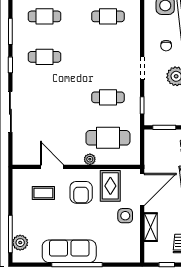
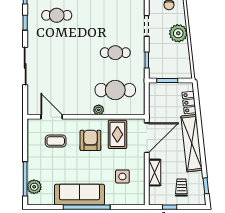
door: (52, 167) -> (52, 117), moved
armchair: (81, 192) -> (90, 140), turned 180
side table: (125, 216) -> (122, 176), moved

